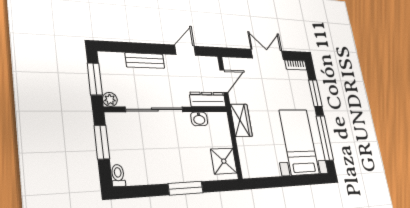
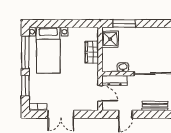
door: (224, 81) -> (100, 93), swing flipped
wardrobe: (241, 120) -> (92, 52), moved
window: (186, 188) -> (124, 24), moved

